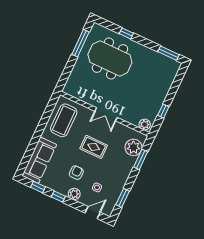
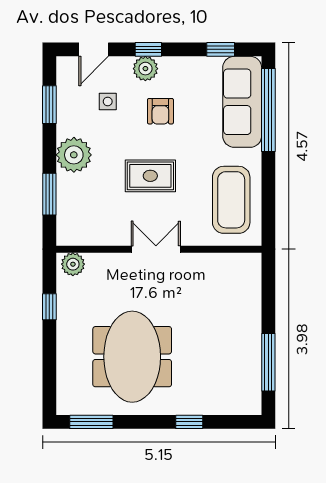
meeting table: (110, 58) -> (132, 357), moved, turned 90
plant: (133, 147) -> (74, 155), moved
window: (30, 151) -> (268, 110), added
window: (58, 197) -> (148, 49), moved

